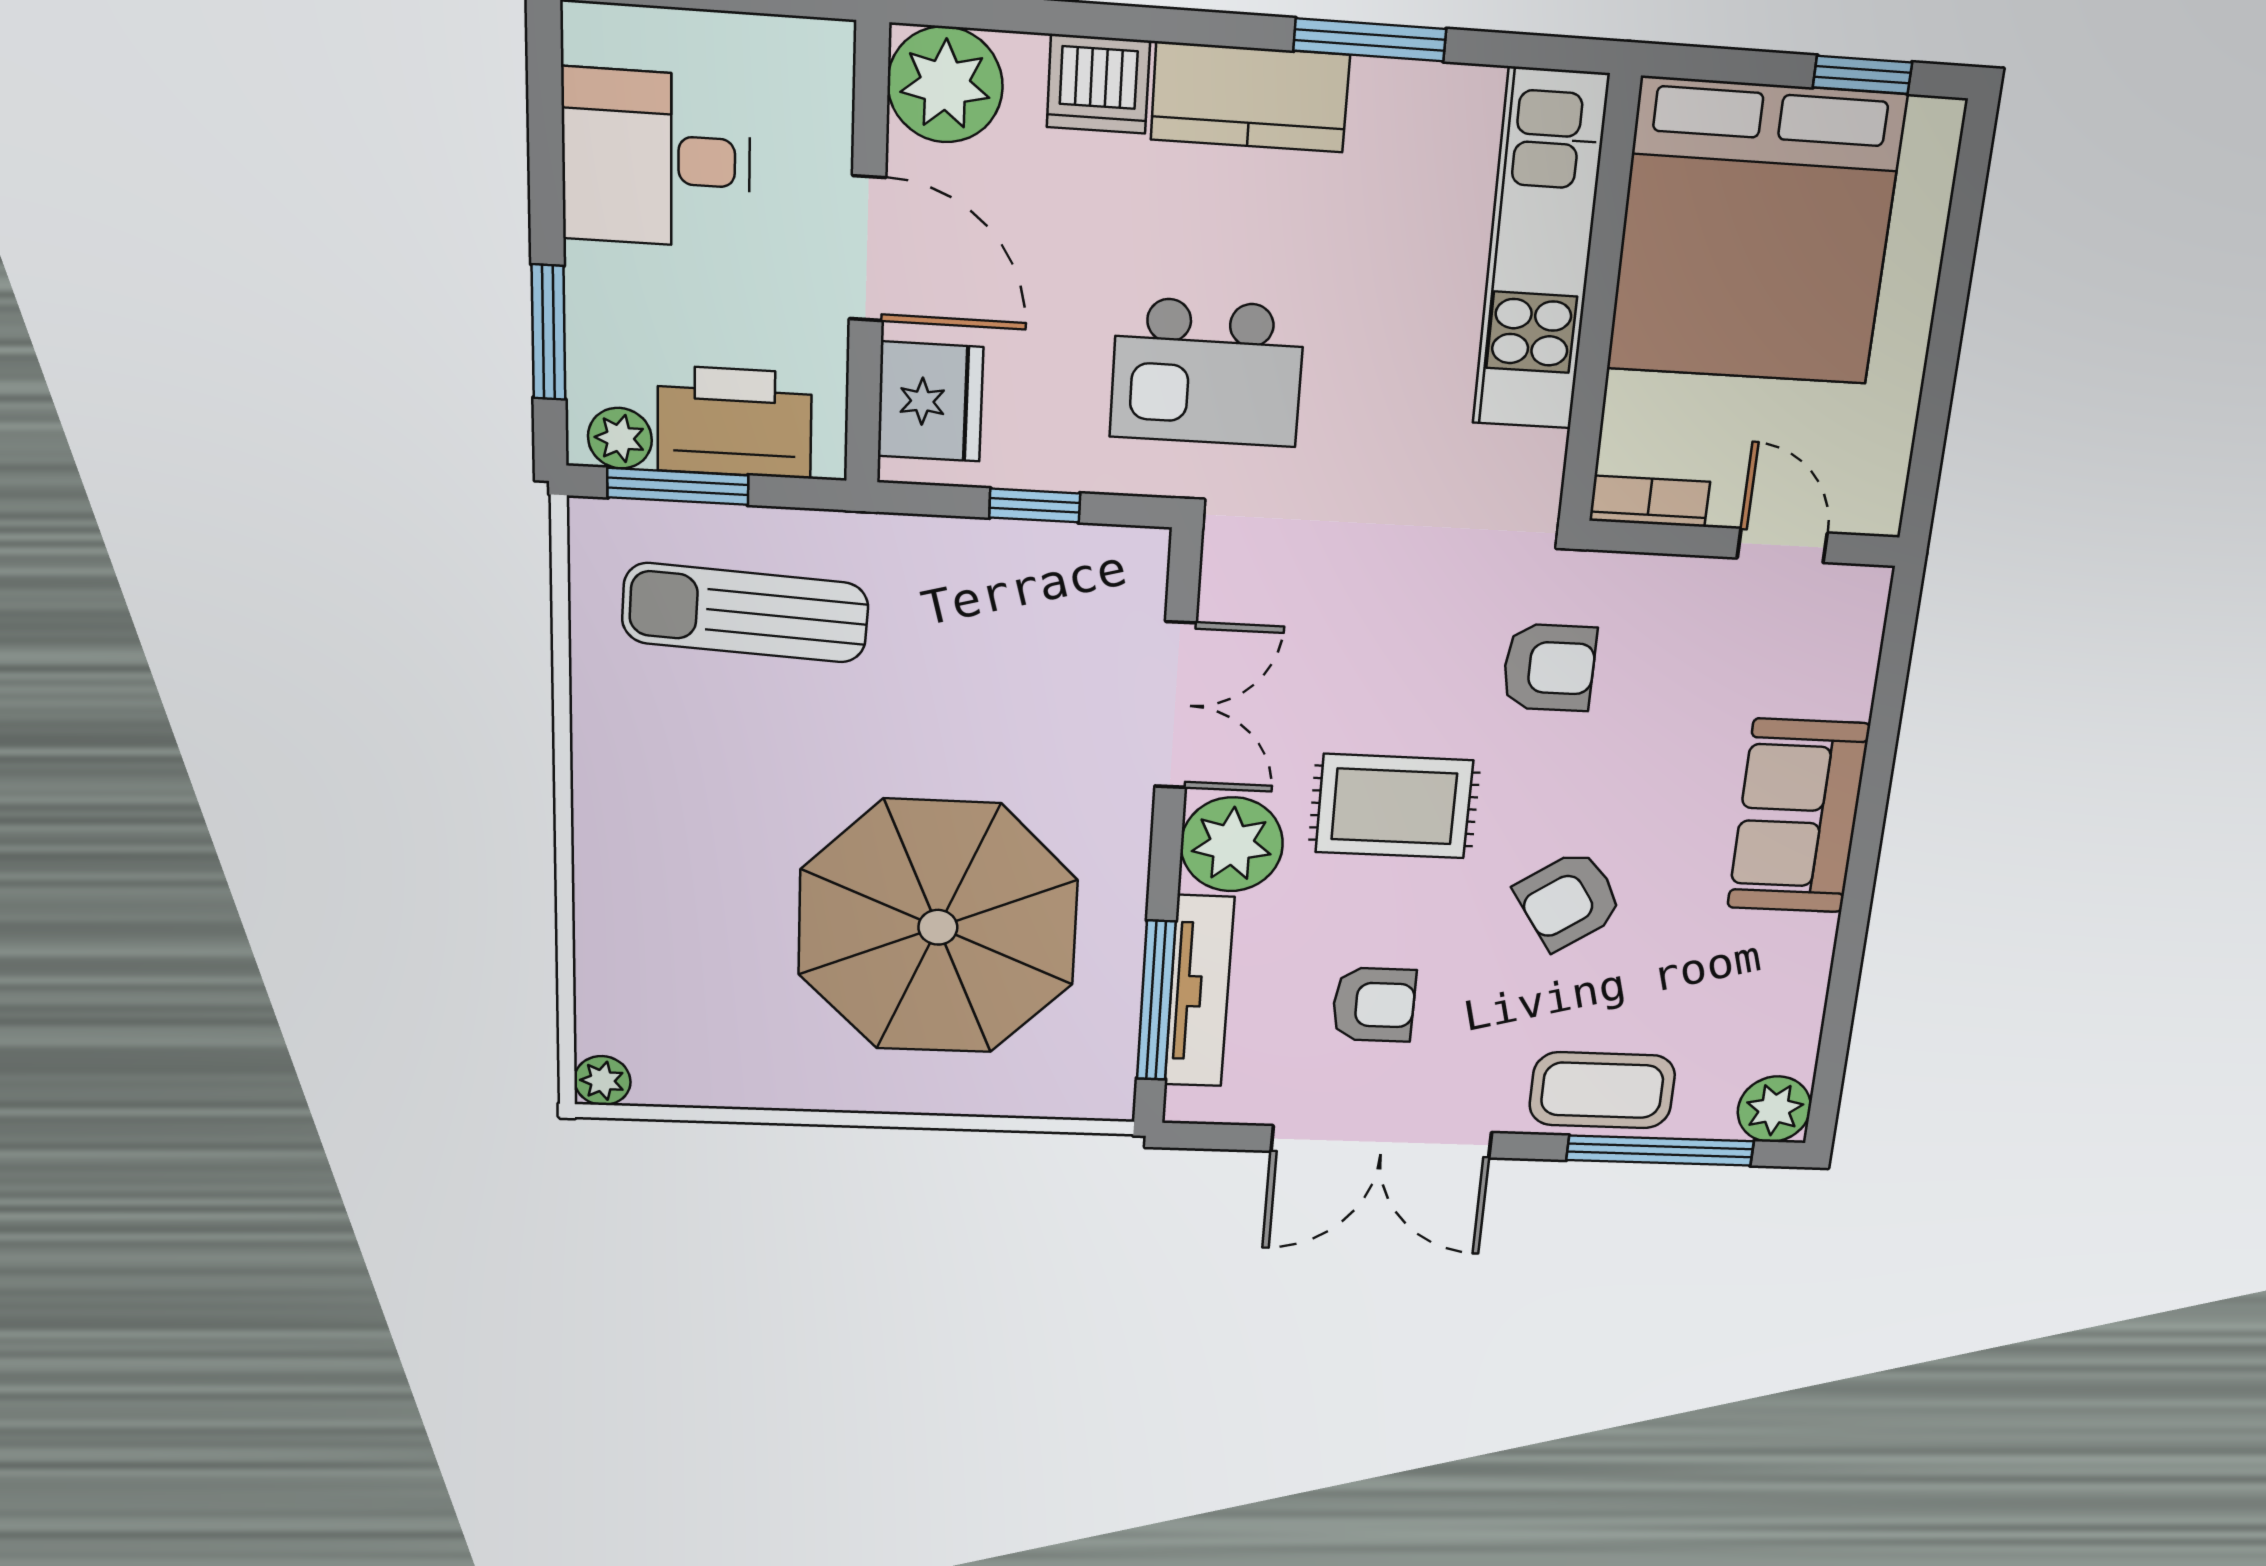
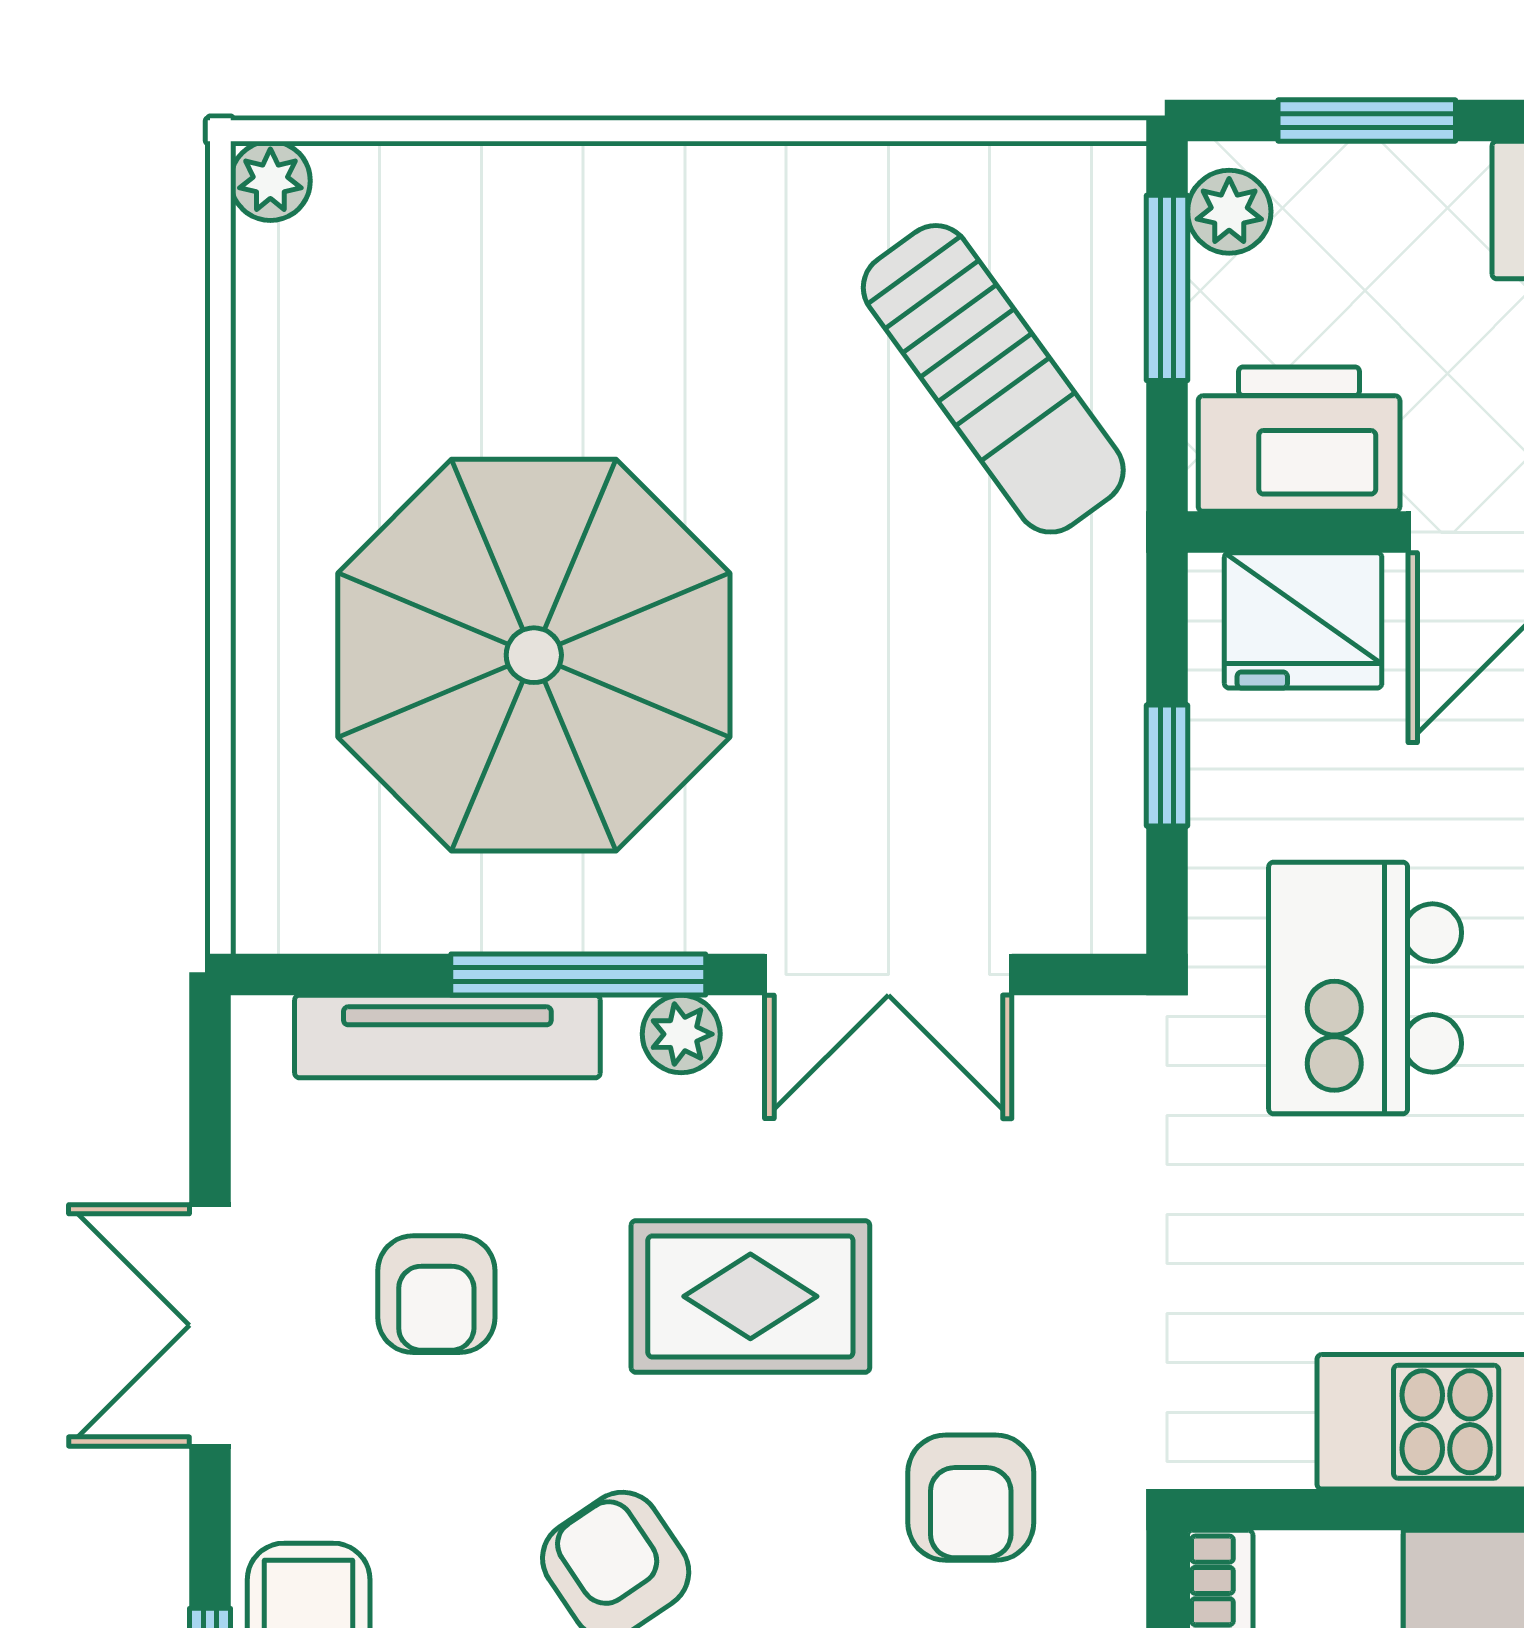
printer: (735, 422) -> (1299, 439), moved, turned -90
sun lounger: (745, 613) -> (993, 379), turned 141
rug: (1394, 806) -> (750, 1296), turned 90
plant: (1232, 844) -> (681, 1034), width x0.53, depth x0.53
window: (1156, 1001) -> (578, 975), moved
double door: (1382, 1142) -> (210, 1325), width x0.73

